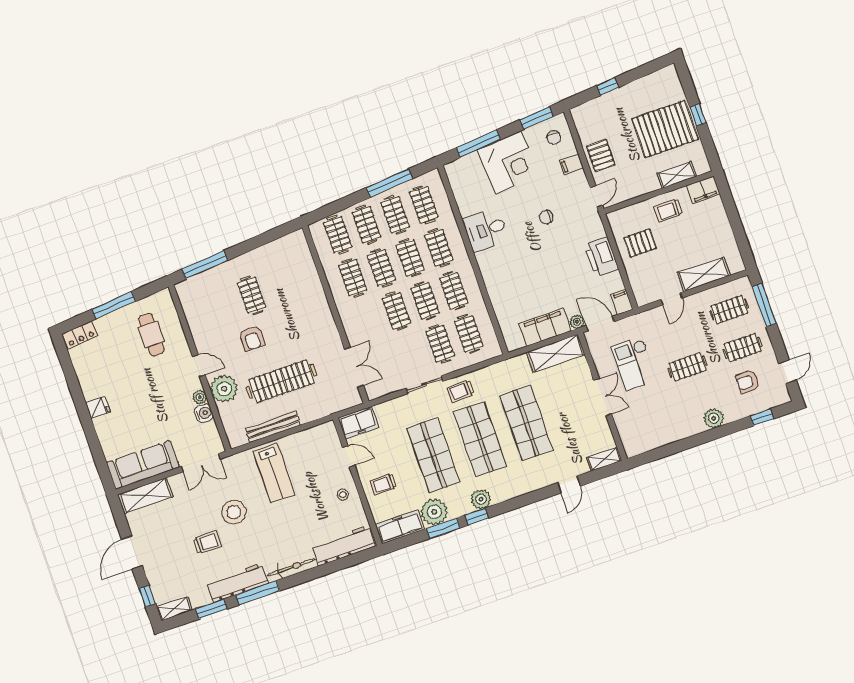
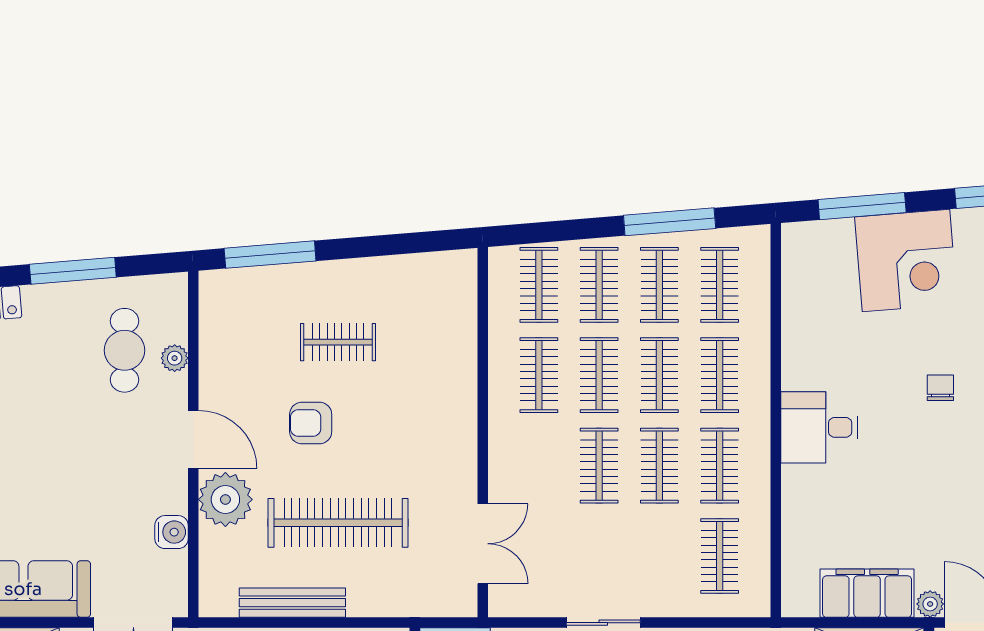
chair: (546, 217) -> (940, 388), turned 90
desk: (486, 230) -> (819, 427), moved
clothes rail: (252, 295) -> (338, 342), turned 90
armchair: (252, 338) -> (311, 423), turned 90
clothes rail: (440, 344) -> (659, 556), removed
door: (199, 366) -> (193, 440), width x1.38
plant: (200, 397) -> (175, 358), moved

